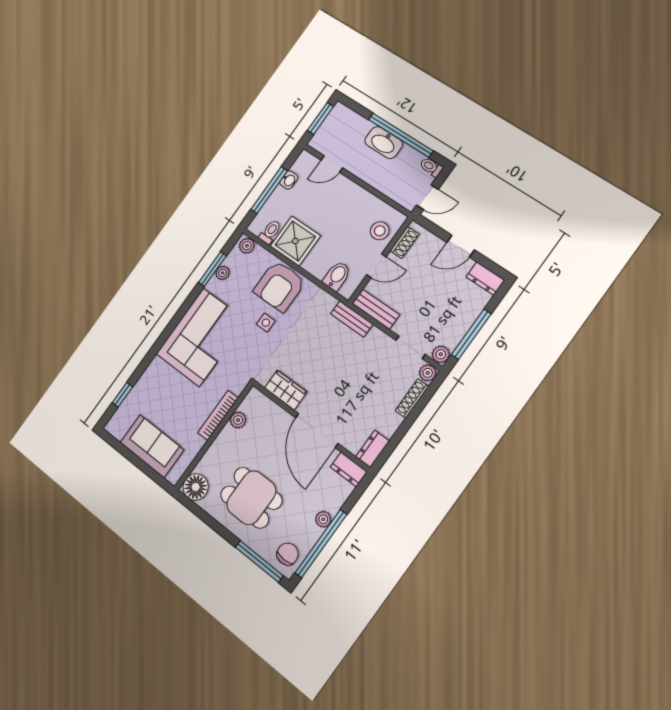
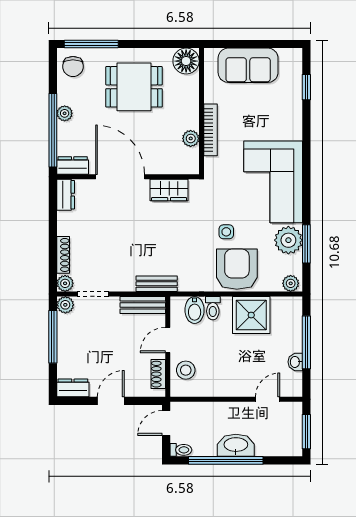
toilet: (270, 232) -> (213, 308), moved
plant: (223, 273) -> (288, 240), width x1.88, depth x1.88
window: (321, 544) -> (53, 130), moved

